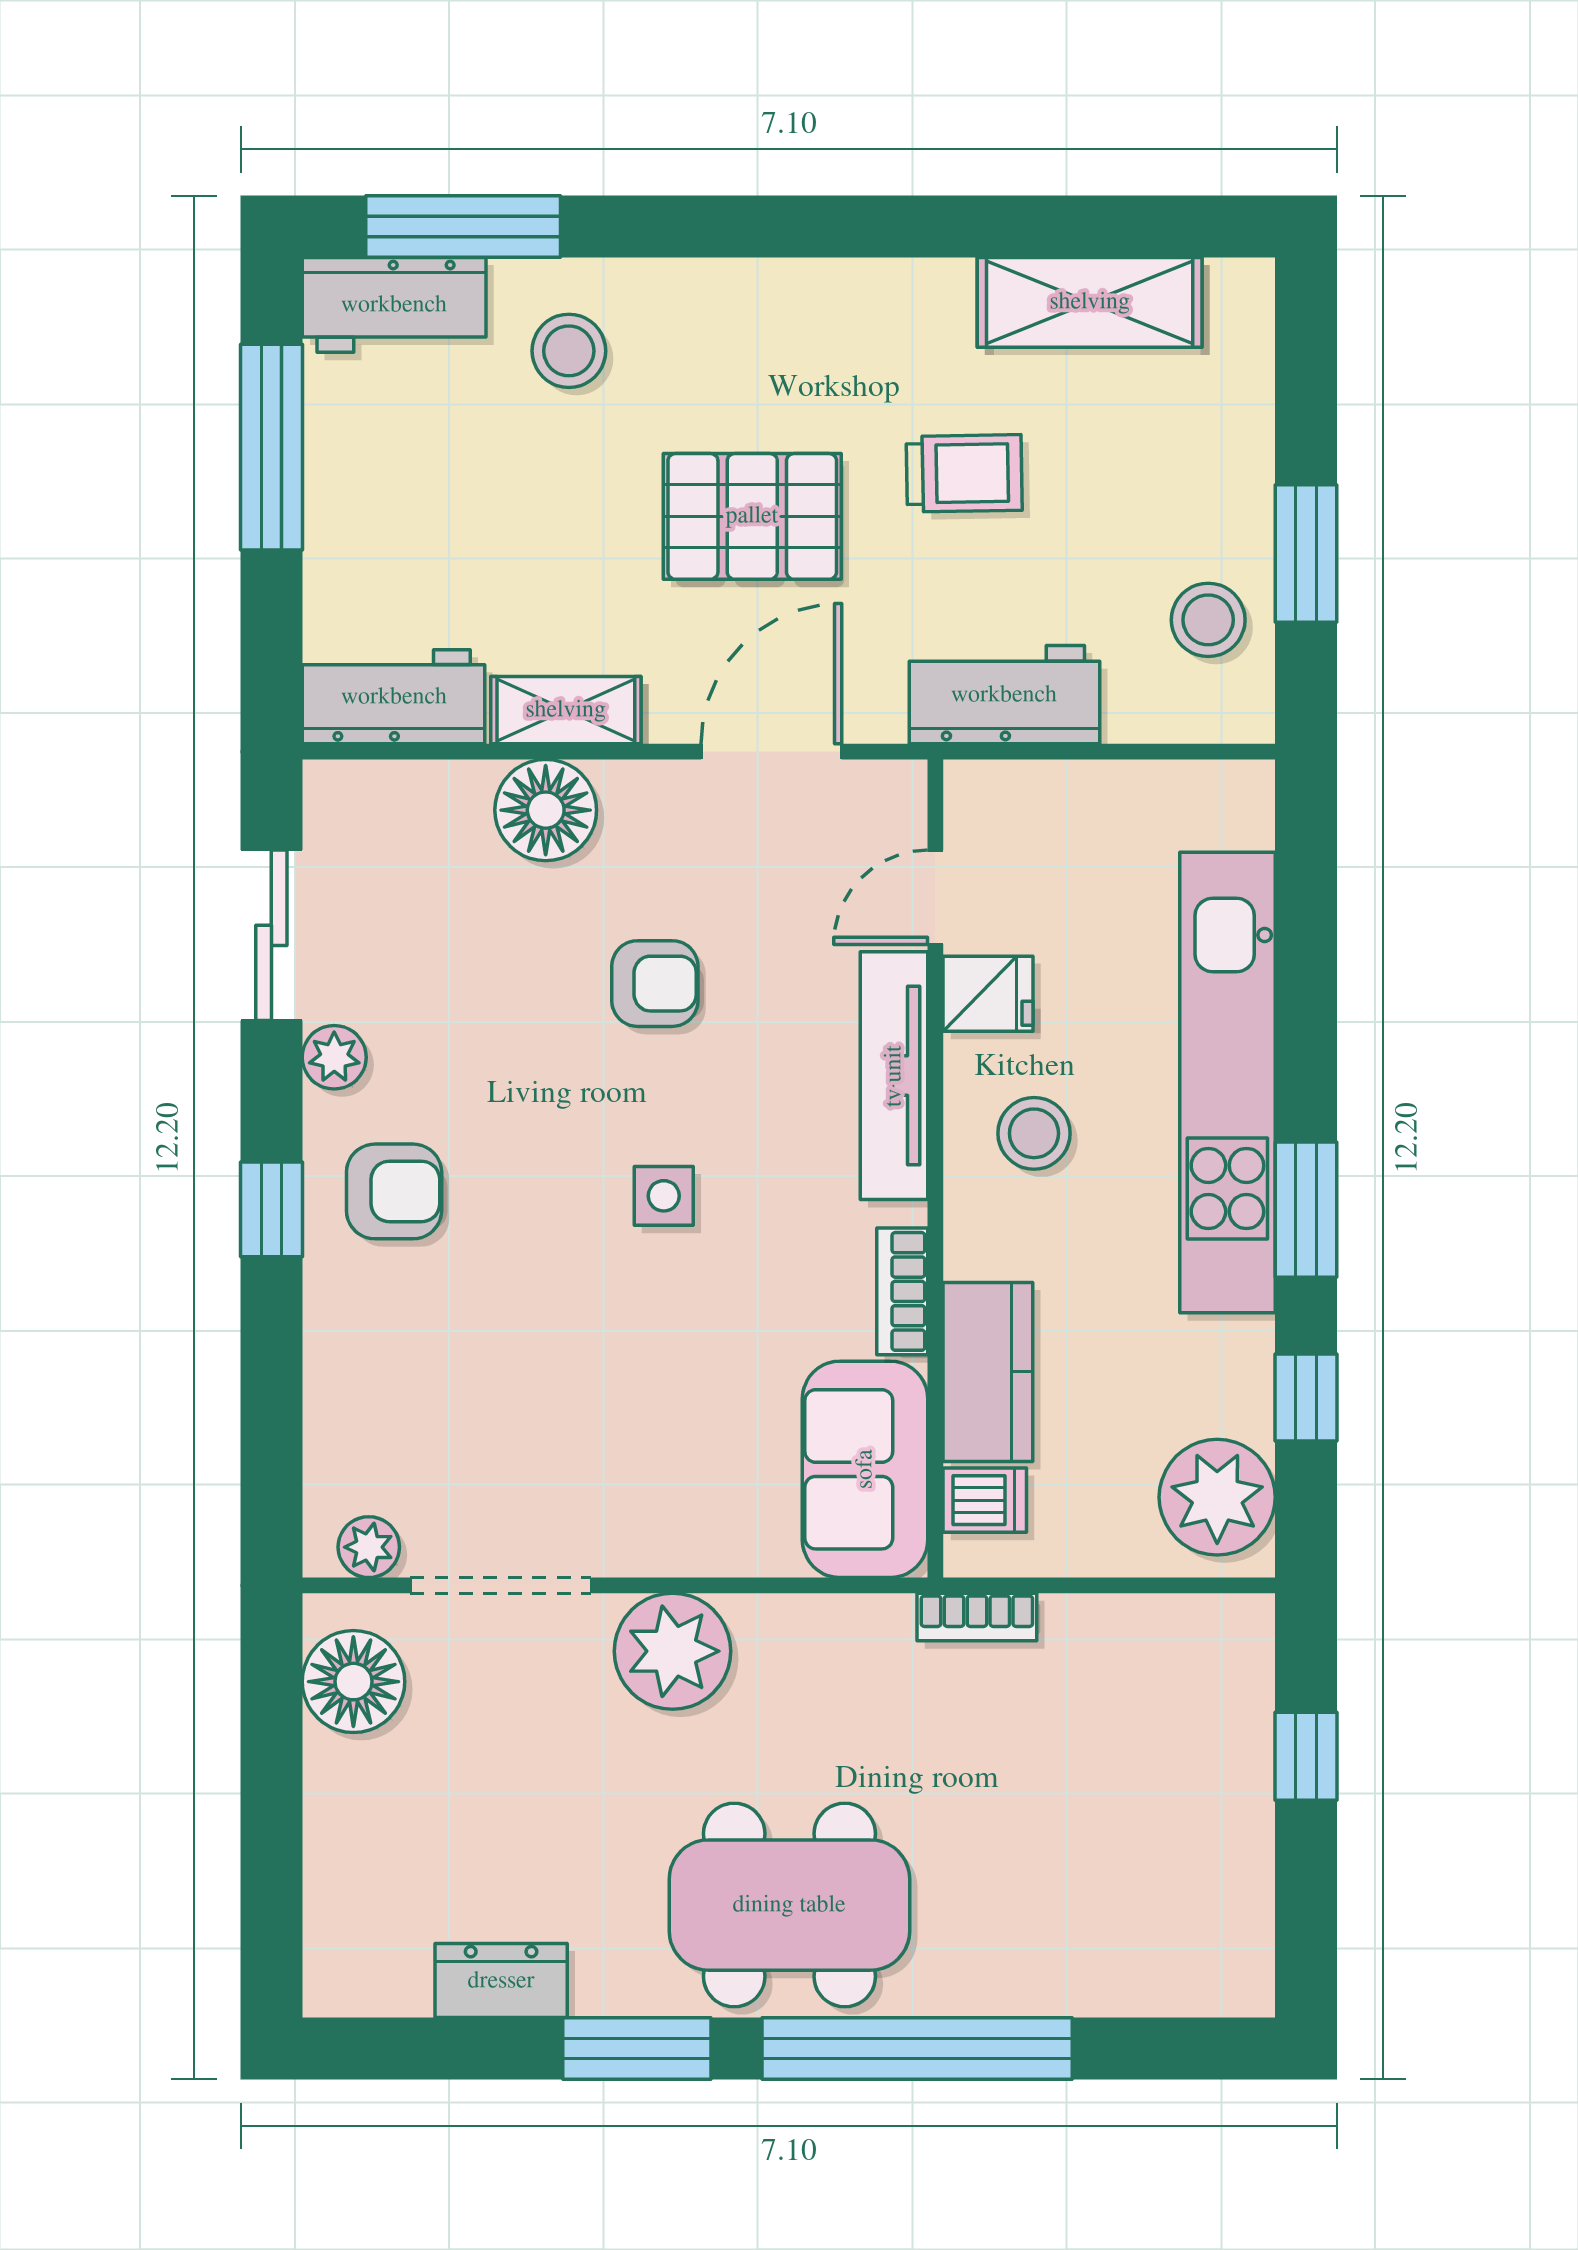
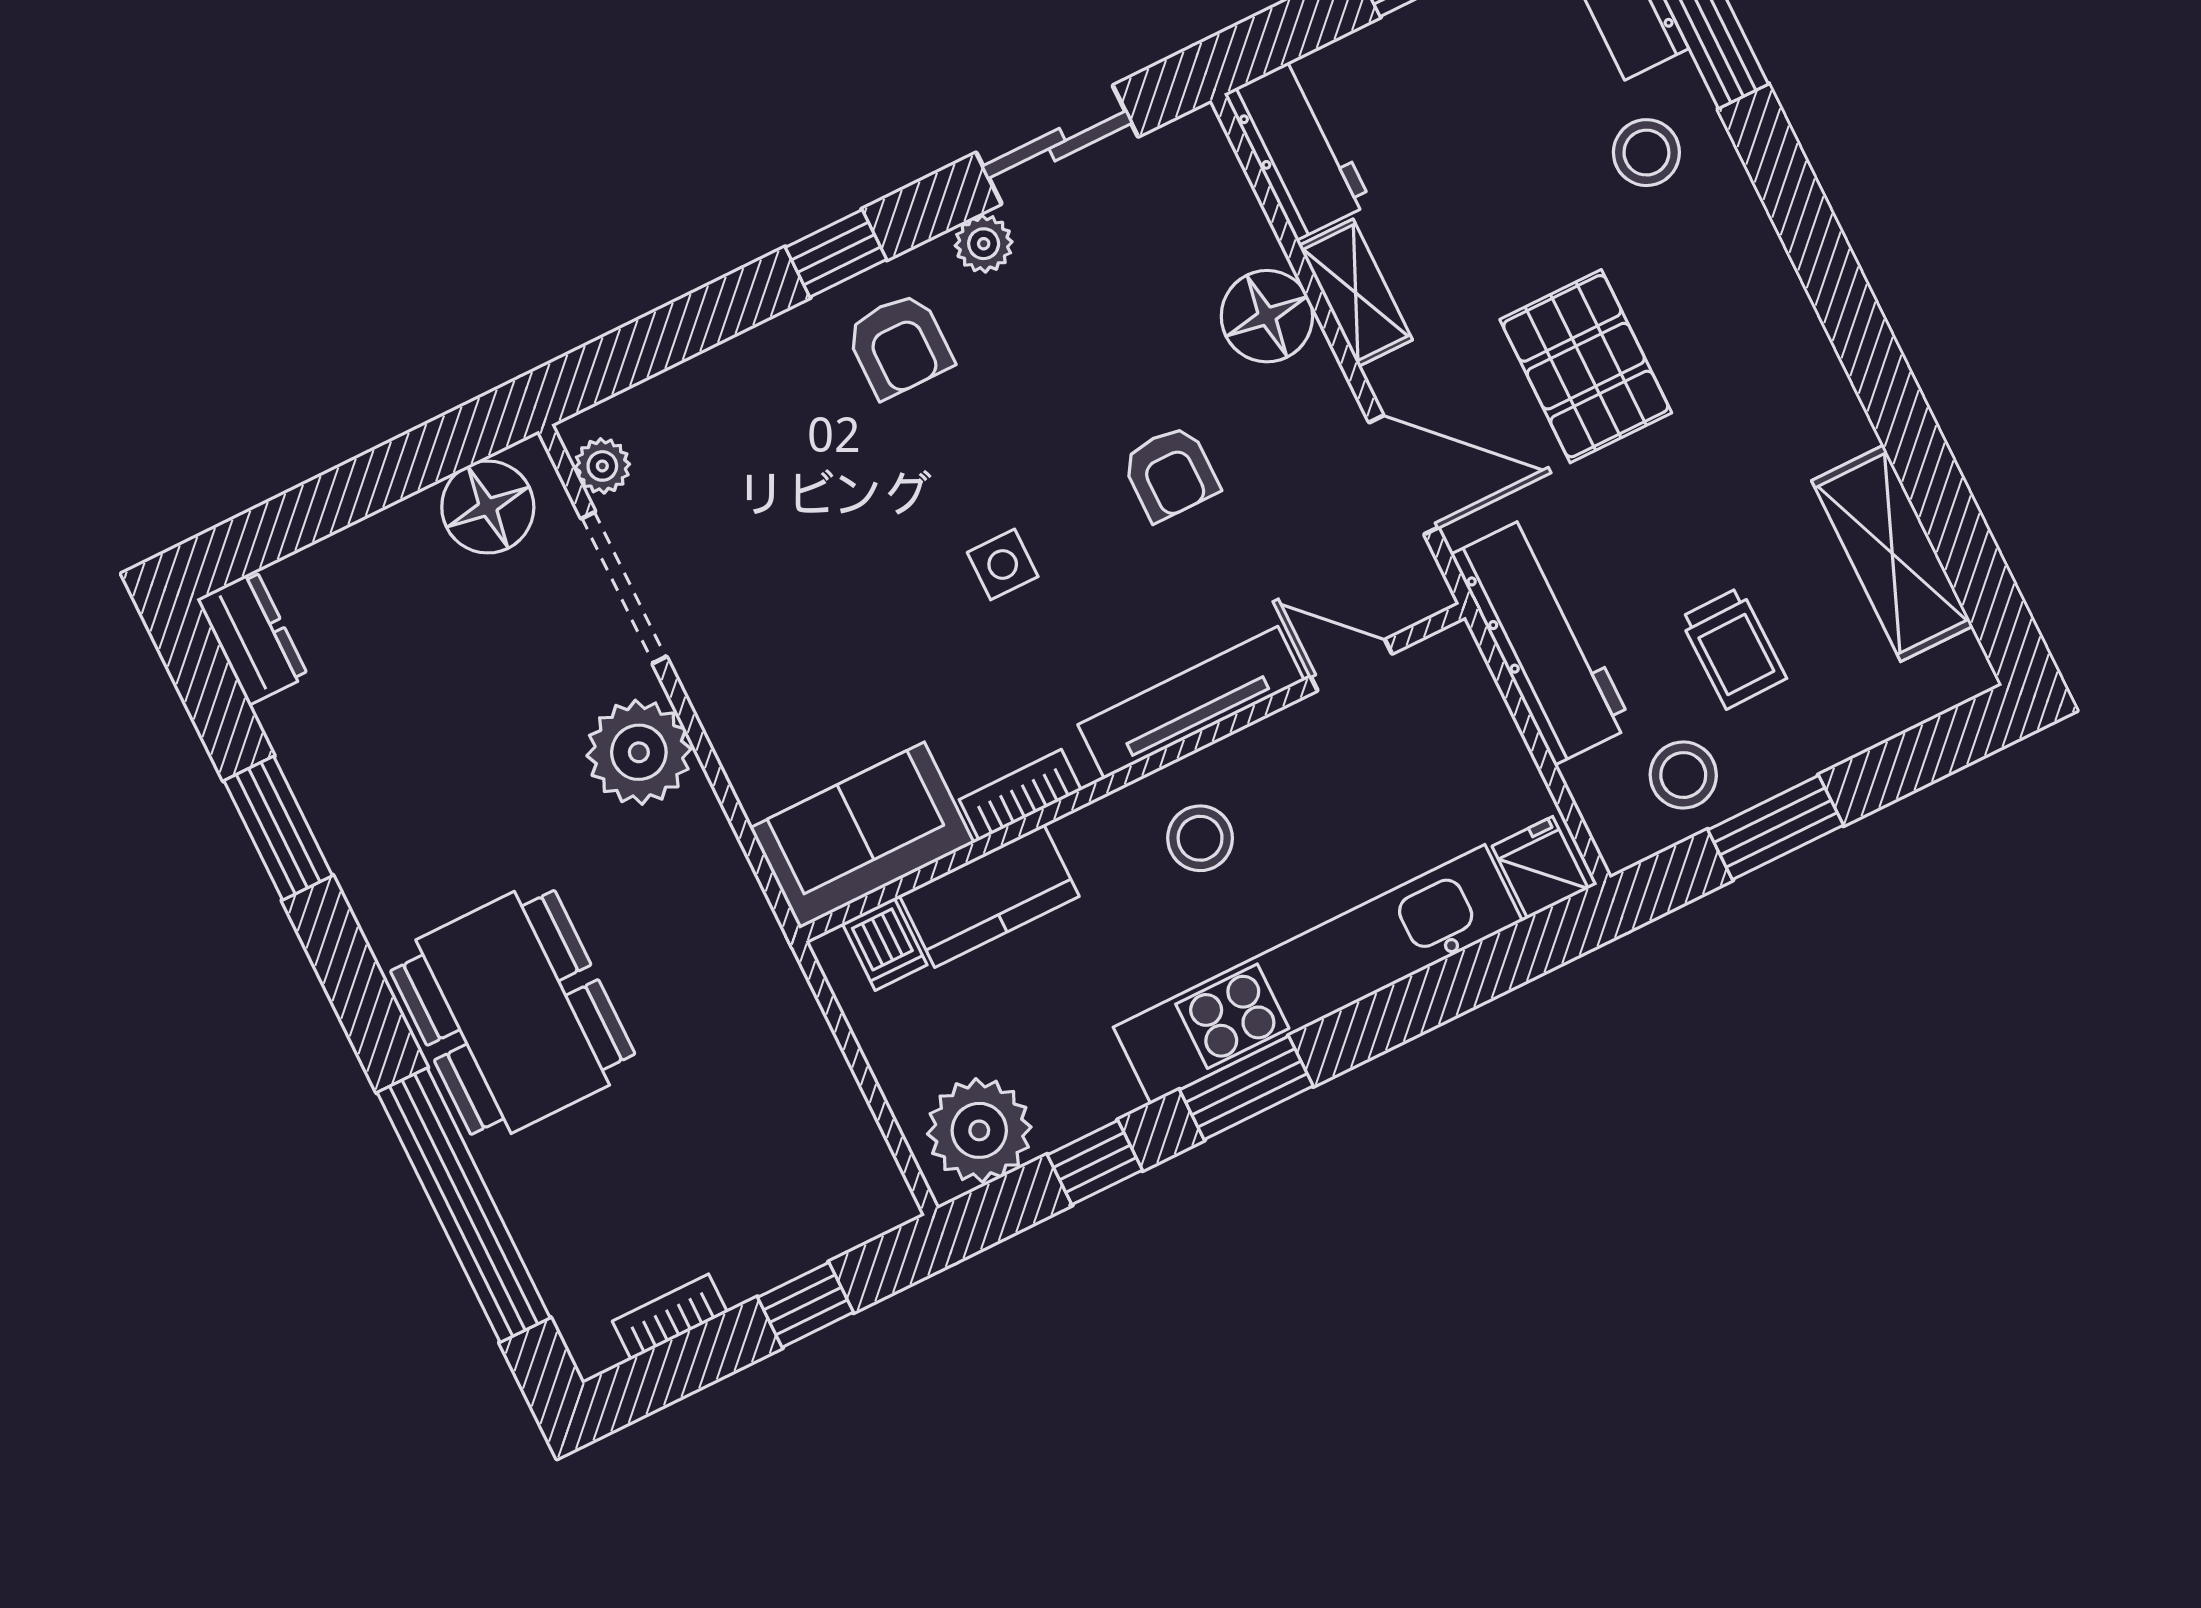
trolley: (964, 473) -> (1733, 648), moved
workbench: (1004, 695) -> (1542, 640), width x1.38
fridge: (988, 994) -> (1540, 867), moved, turned 180
bookcase: (977, 1617) -> (670, 1317), moved, turned 90
dining table: (789, 1905) -> (513, 1012), moved
dresser: (501, 1981) -> (252, 638), moved
window: (637, 2049) -> (278, 828), moved
window: (917, 2049) -> (464, 1205), moved

